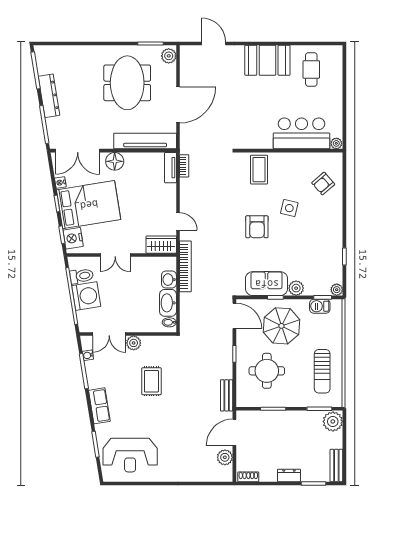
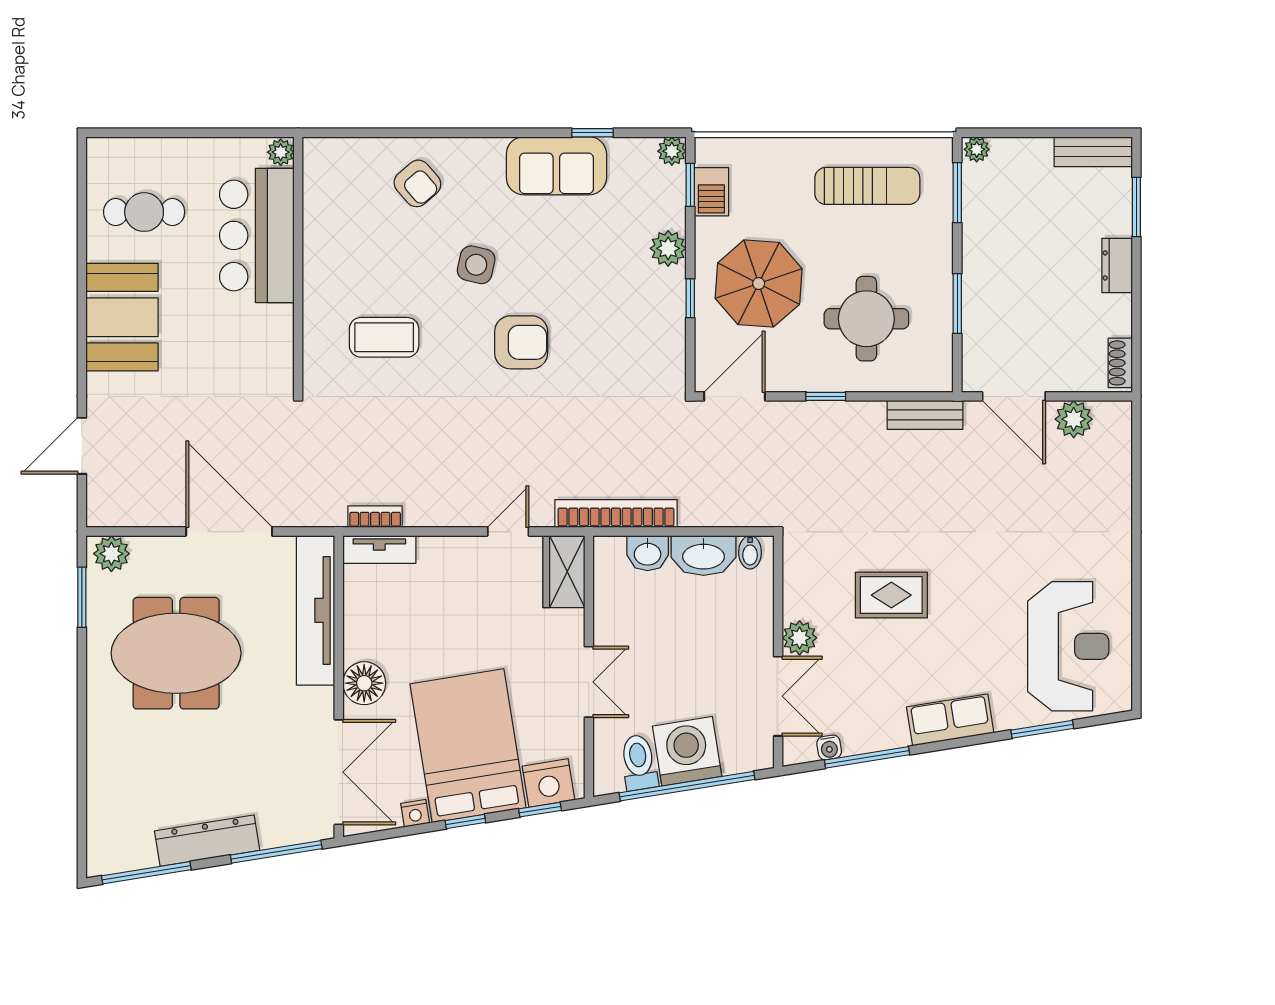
bar counter: (302, 133) -> (257, 235), moved
plant: (336, 143) -> (281, 152), moved
wall: (289, 151) -> (298, 265), moved
sofa: (267, 284) -> (556, 166), moved, turned -90
plant: (333, 421) -> (977, 149), width x0.53, depth x0.53

